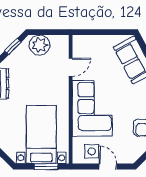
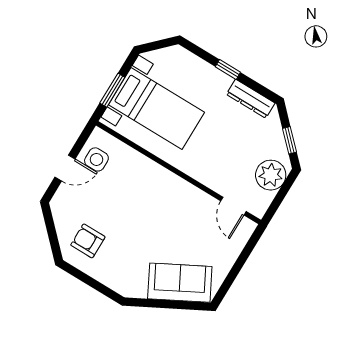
door: (71, 67) -> (233, 206), moved
corner sofa: (92, 108) -> (150, 193), removed

